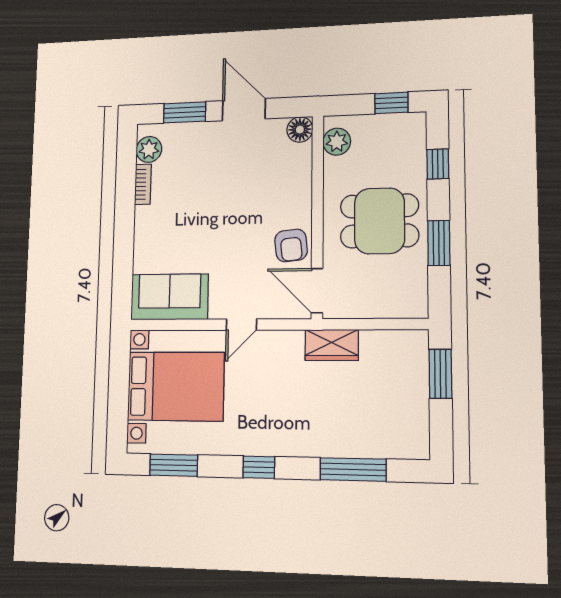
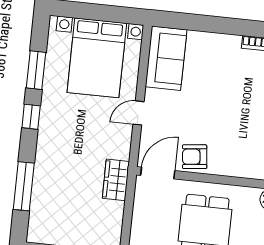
door: (241, 325) -> (138, 113), hinge flipped
window: (174, 465) -> (36, 70), moved

